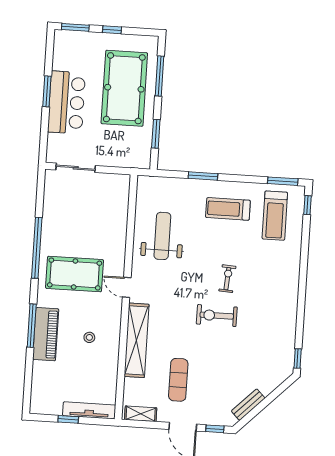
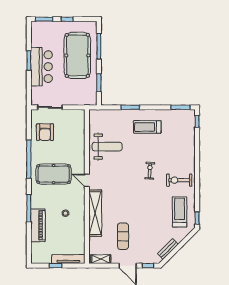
armchair: (65, 207) -> (45, 132), added
treadmill: (275, 216) -> (180, 212), moved, turned 180
weight bench: (162, 236) -> (107, 147), turned 90
exercise bike: (217, 316) -> (179, 180), moved
piano: (46, 334) -> (38, 225), moved

